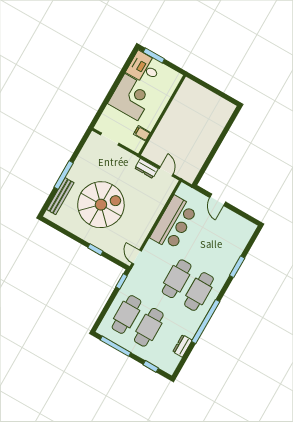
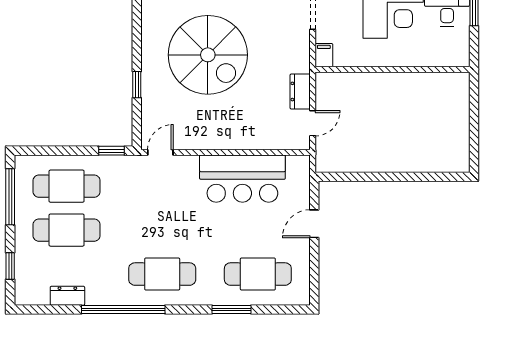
filing cabinet: (142, 133) -> (324, 55), moved
cafe table: (177, 279) -> (258, 274), moved

